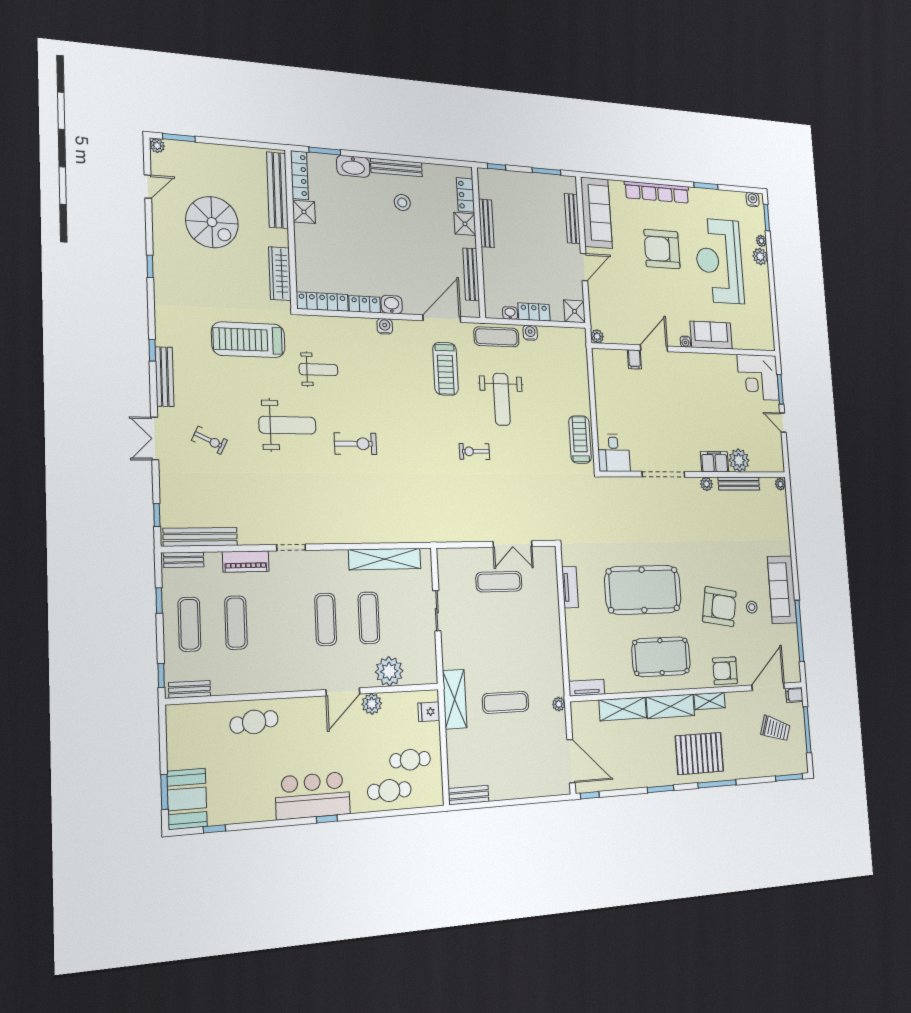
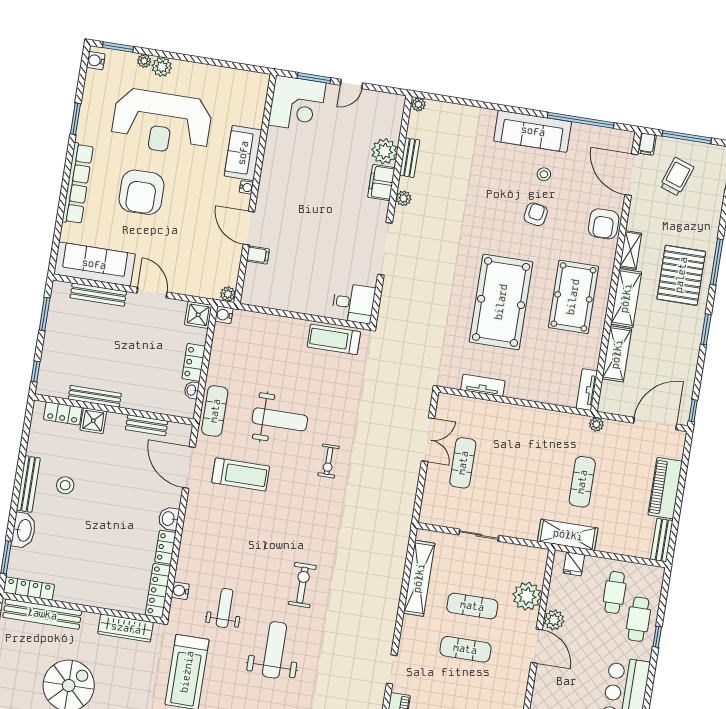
shower: (304, 212) -> (66, 591), removed
bench: (471, 274) -> (147, 425), width x0.73
water cooler: (385, 326) -> (180, 591), moved
water cooler: (530, 333) -> (224, 315), moved
bench: (739, 484) -> (410, 158), width x0.73
armchair: (719, 607) -> (536, 214), width x0.53, depth x0.53
piano: (516, 786) -> (665, 488), added
window: (327, 819) -> (657, 637), moved

